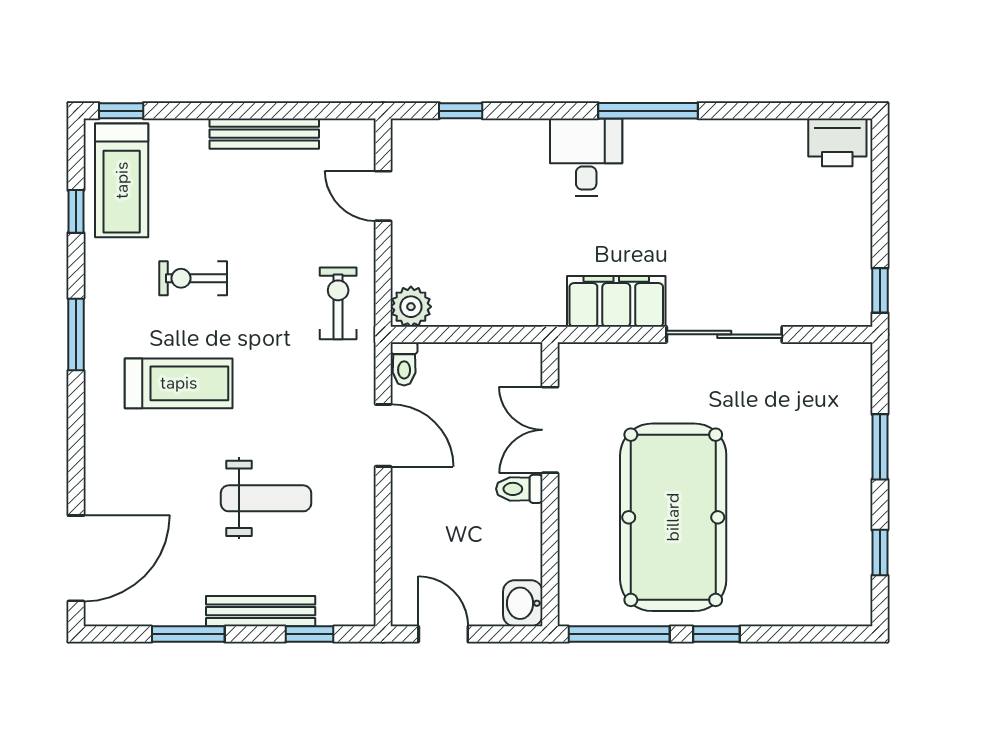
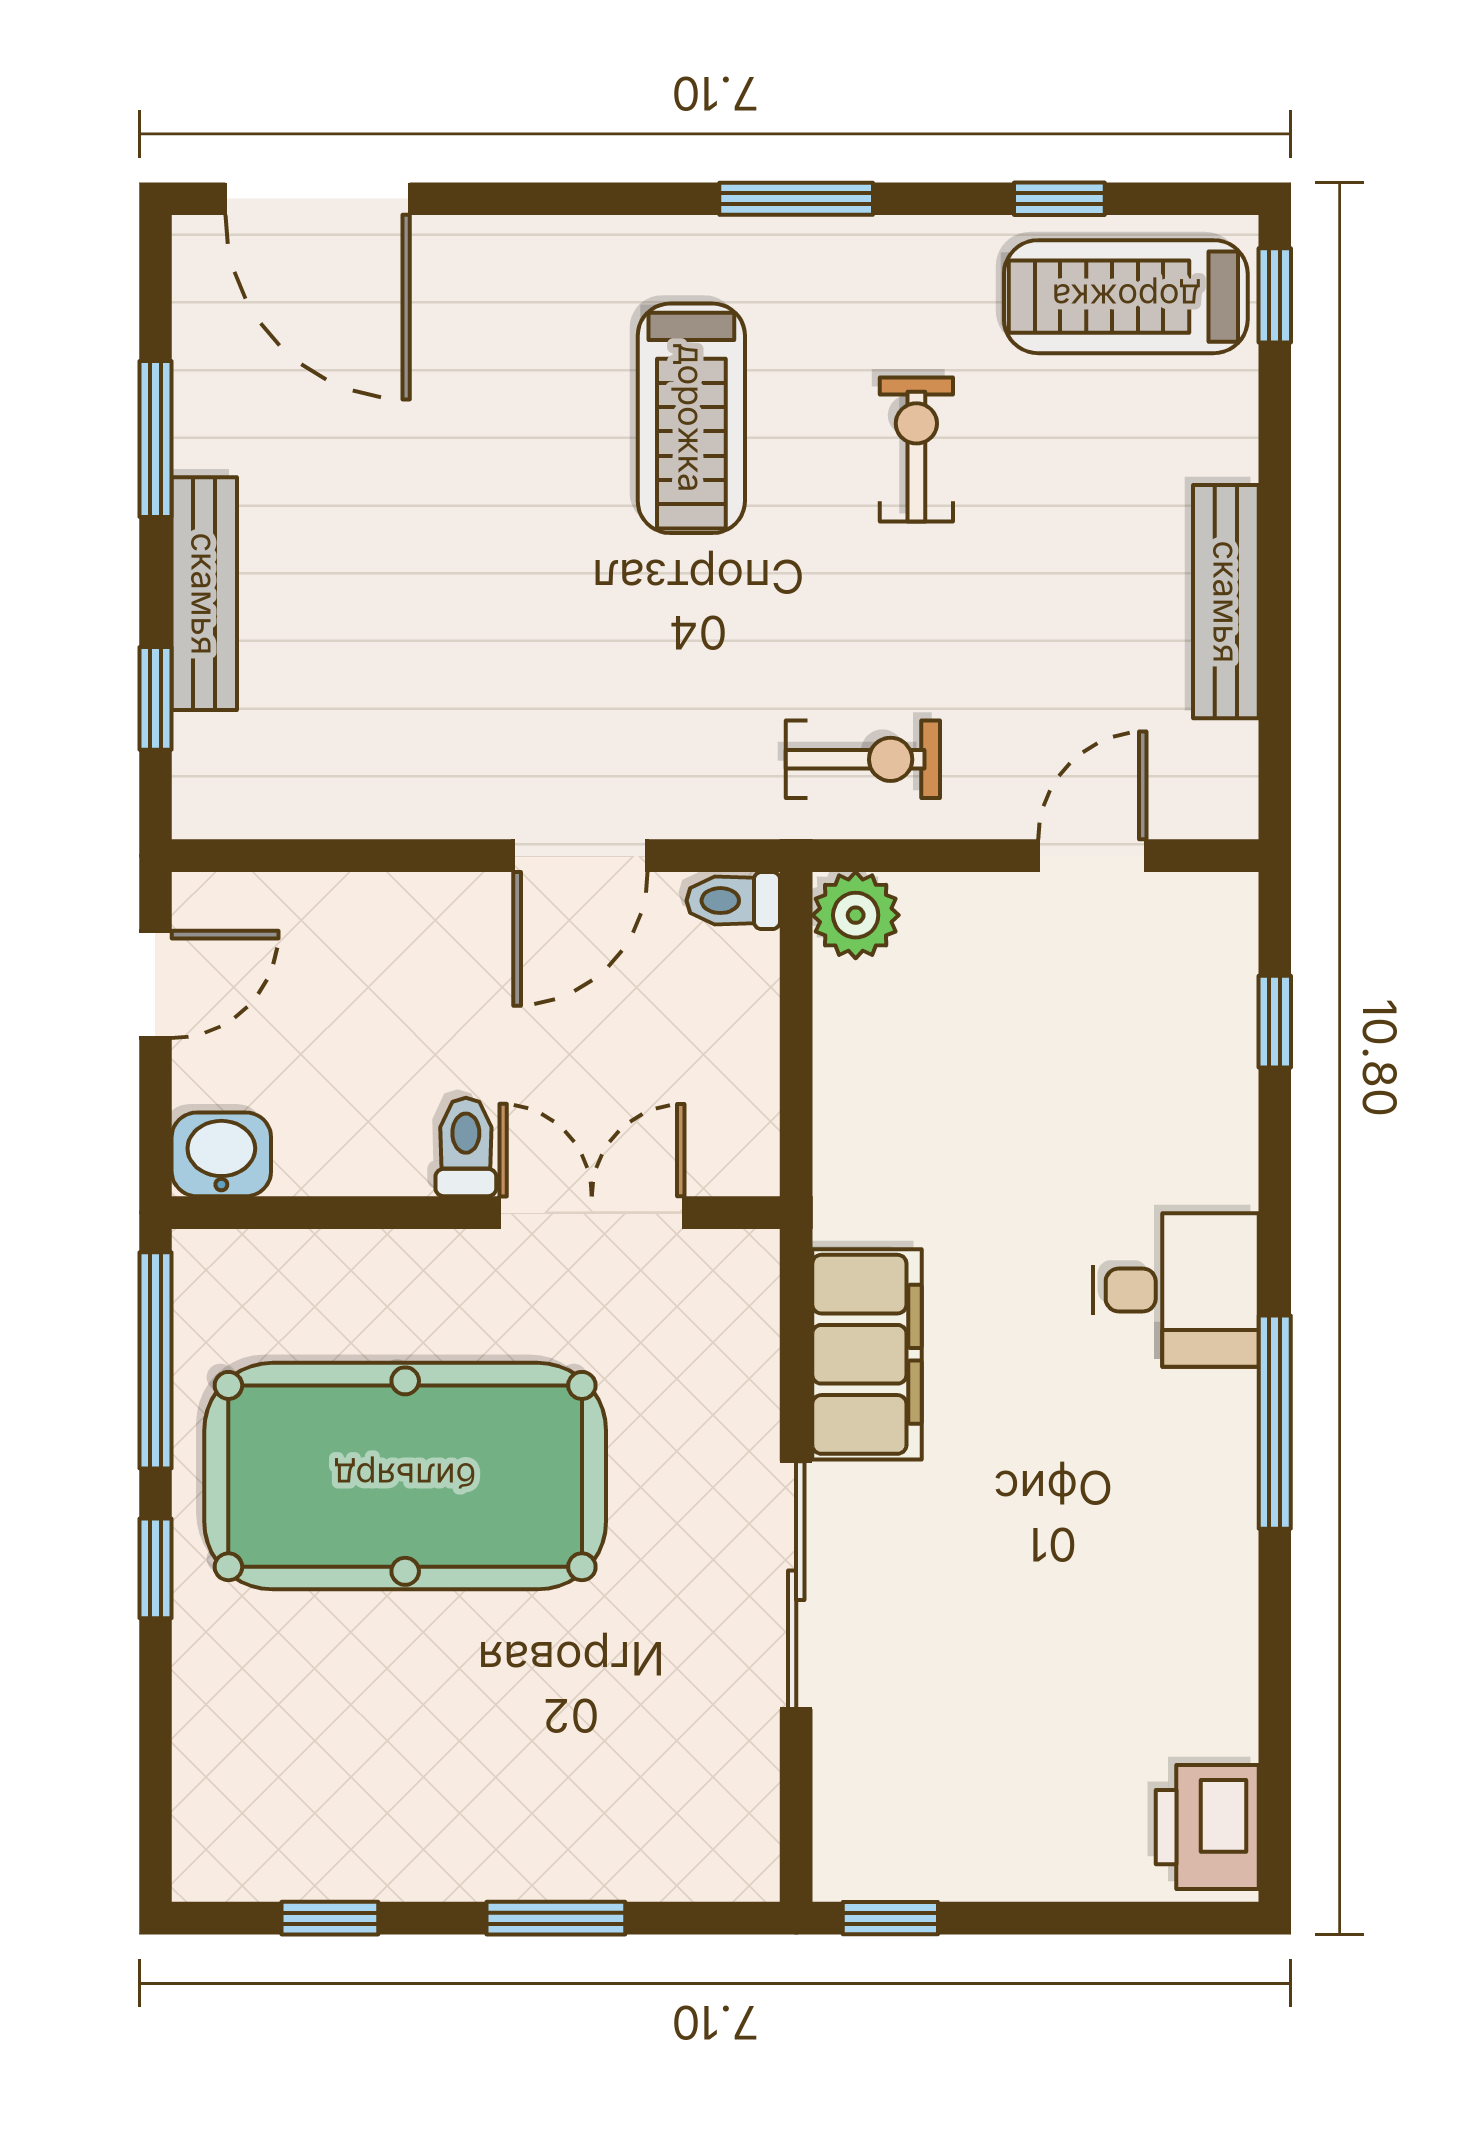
weight bench: (266, 498) -> (446, 605), removed

